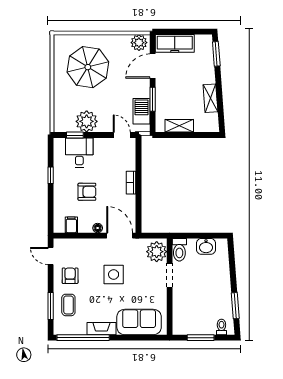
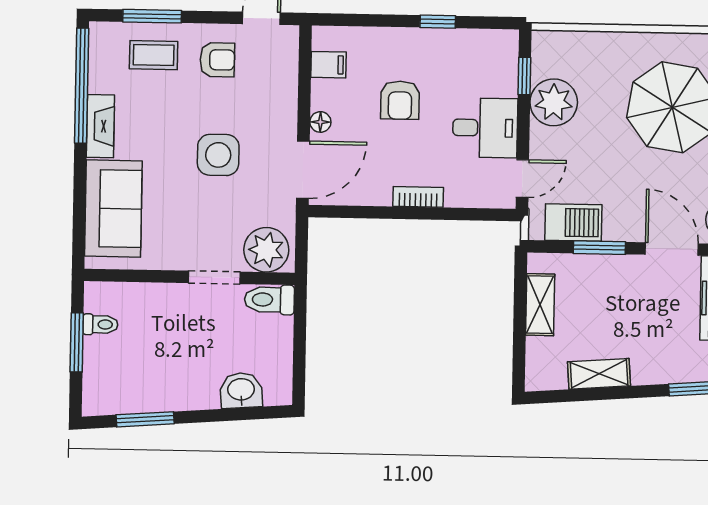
desk: (79, 153) -> (485, 128), moved
washbasin: (206, 246) -> (241, 390), moved, turned 86
toilet: (221, 327) -> (100, 324), moved

